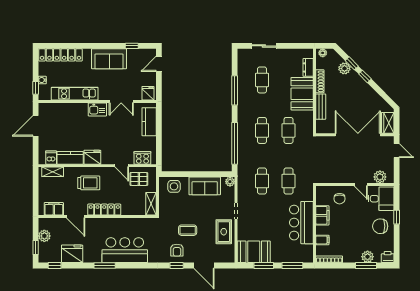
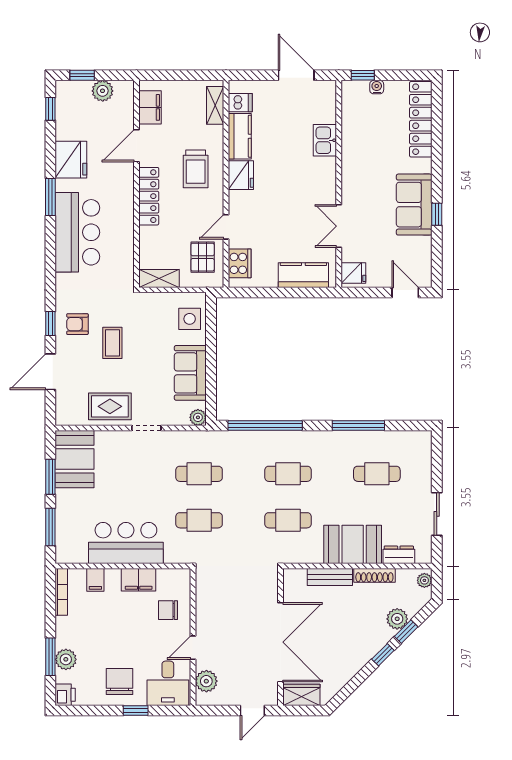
window: (132, 46) -> (437, 214), moved
sliding door: (264, 46) -> (437, 514), moved
kitchen unit: (75, 94) -> (353, 144), removed
kitchen sink: (97, 109) -> (325, 140), moved
fridge: (72, 254) -> (71, 160), moved

